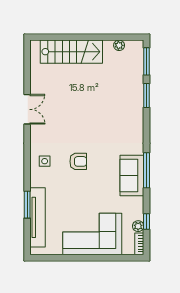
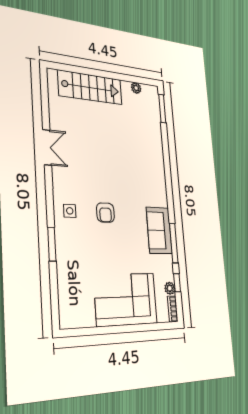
window: (147, 95) -> (165, 144), removed
armchair: (78, 161) -> (105, 213), turned 90
window: (147, 170) -> (174, 243), moved
window: (27, 205) -> (52, 244), moved
tv unit: (38, 217) -> (66, 281), removed

